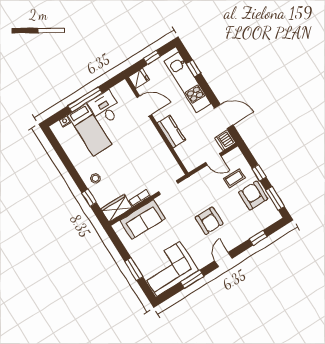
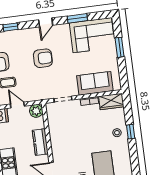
plant: (191, 162) -> (36, 111), added
window: (89, 198) -> (131, 132), moved
armchair: (209, 221) -> (43, 58), turned 90

